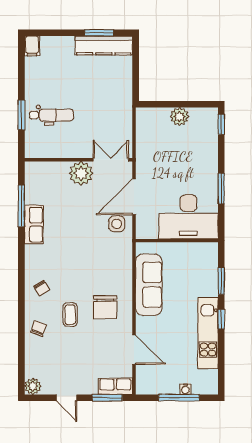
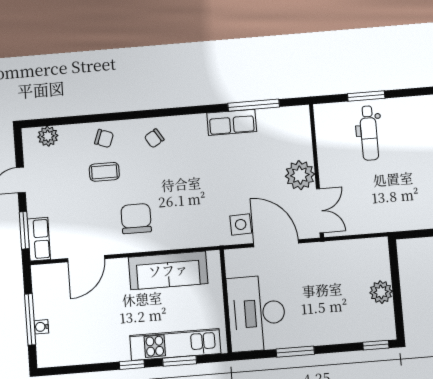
chair: (105, 307) -> (136, 219), turned 90
coffee table: (70, 315) -> (104, 172), moved
kitchen unit: (208, 333) -> (175, 344), moved
plant: (33, 386) -> (48, 136), moved

